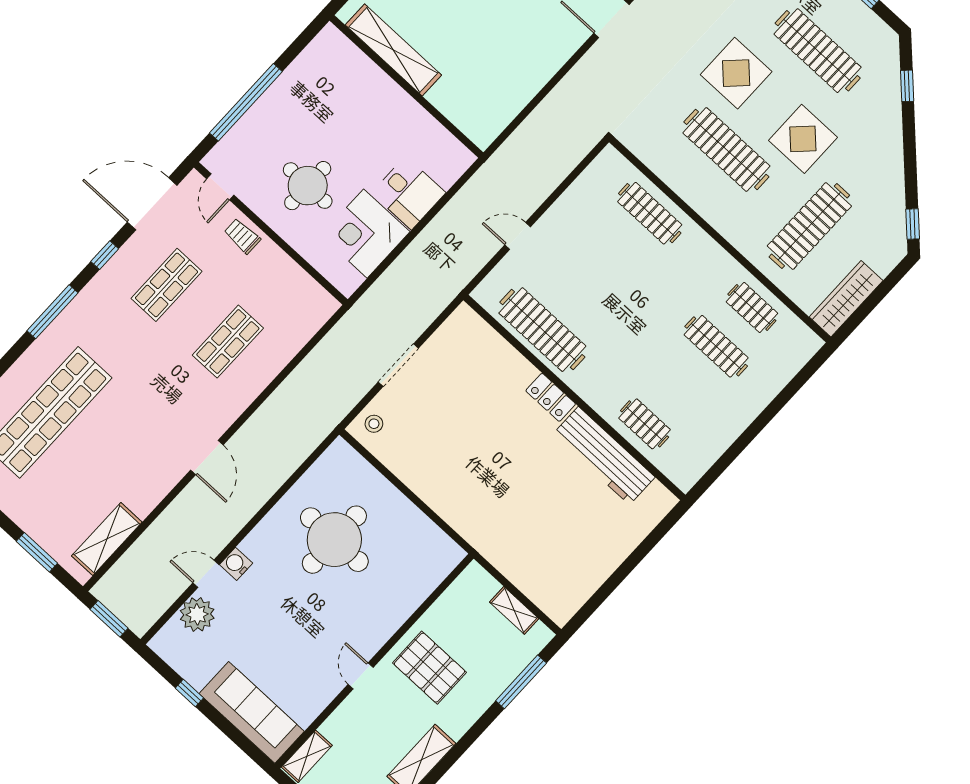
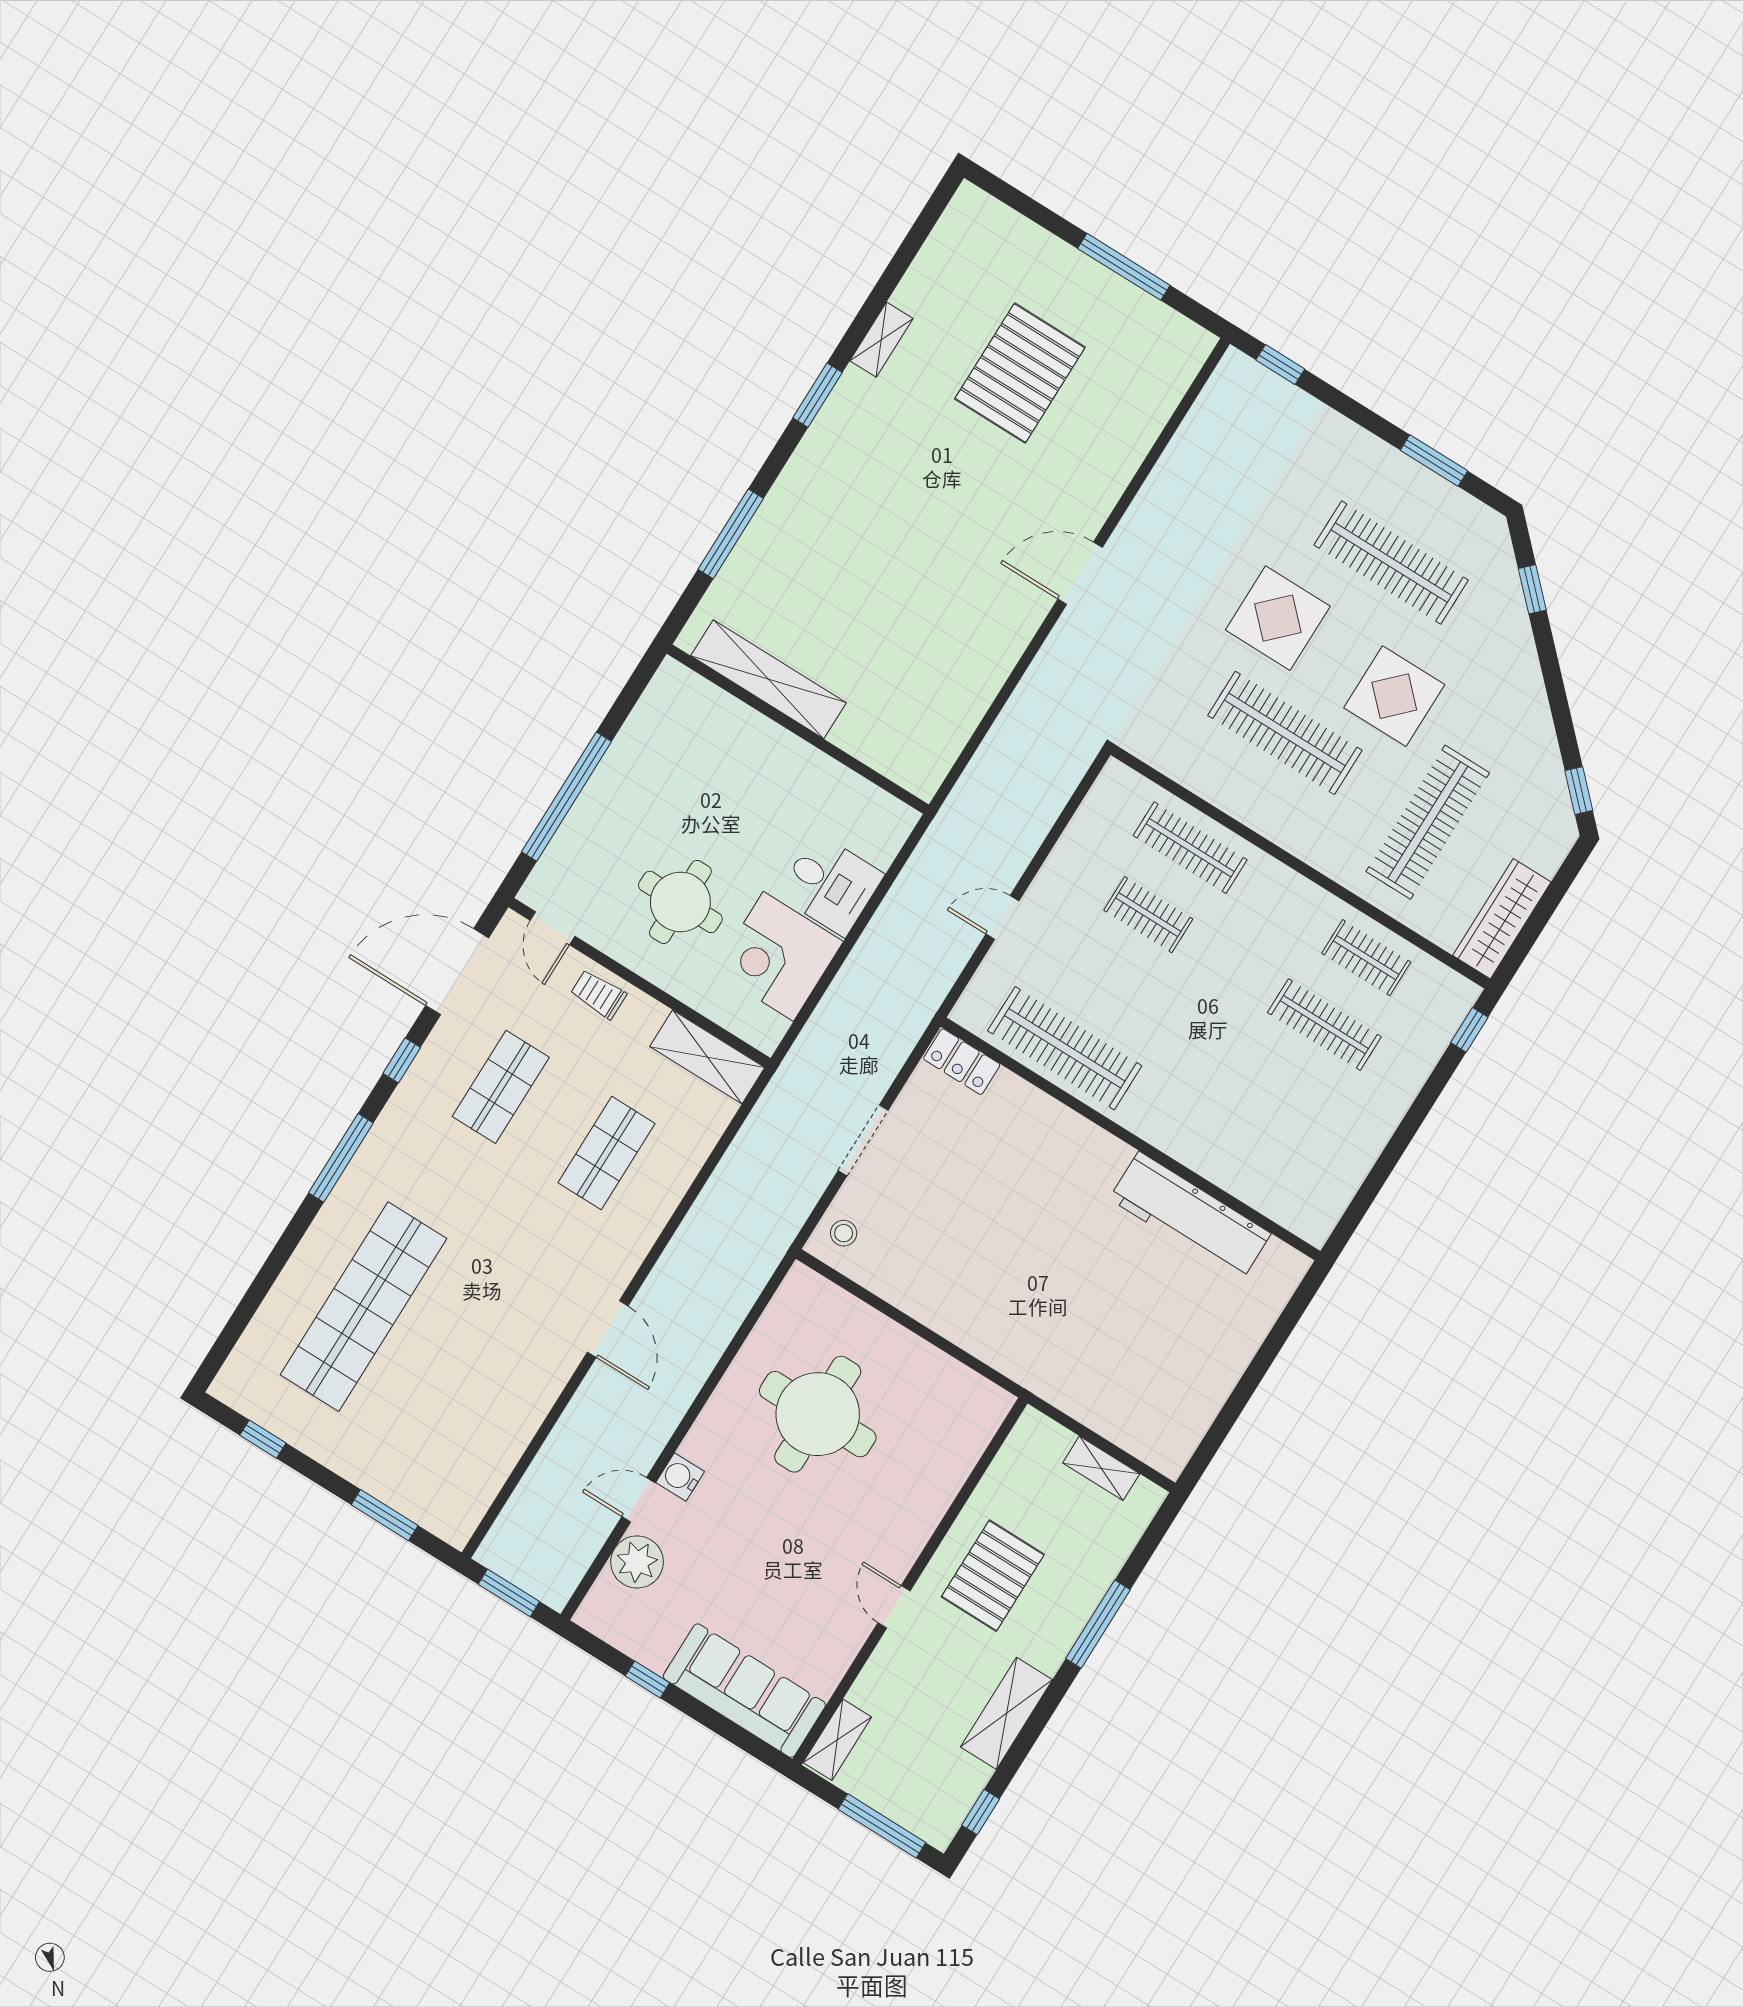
window: (811, 368) -> (1469, 1030), added
locker: (551, 397) -> (962, 1062), moved
clothes rail: (645, 424) -> (1148, 915), moved
shelving: (107, 539) -> (707, 1057), moved, turned 90
pallet: (429, 668) -> (993, 1576), turned 90
window: (521, 682) -> (1098, 1624), moved

